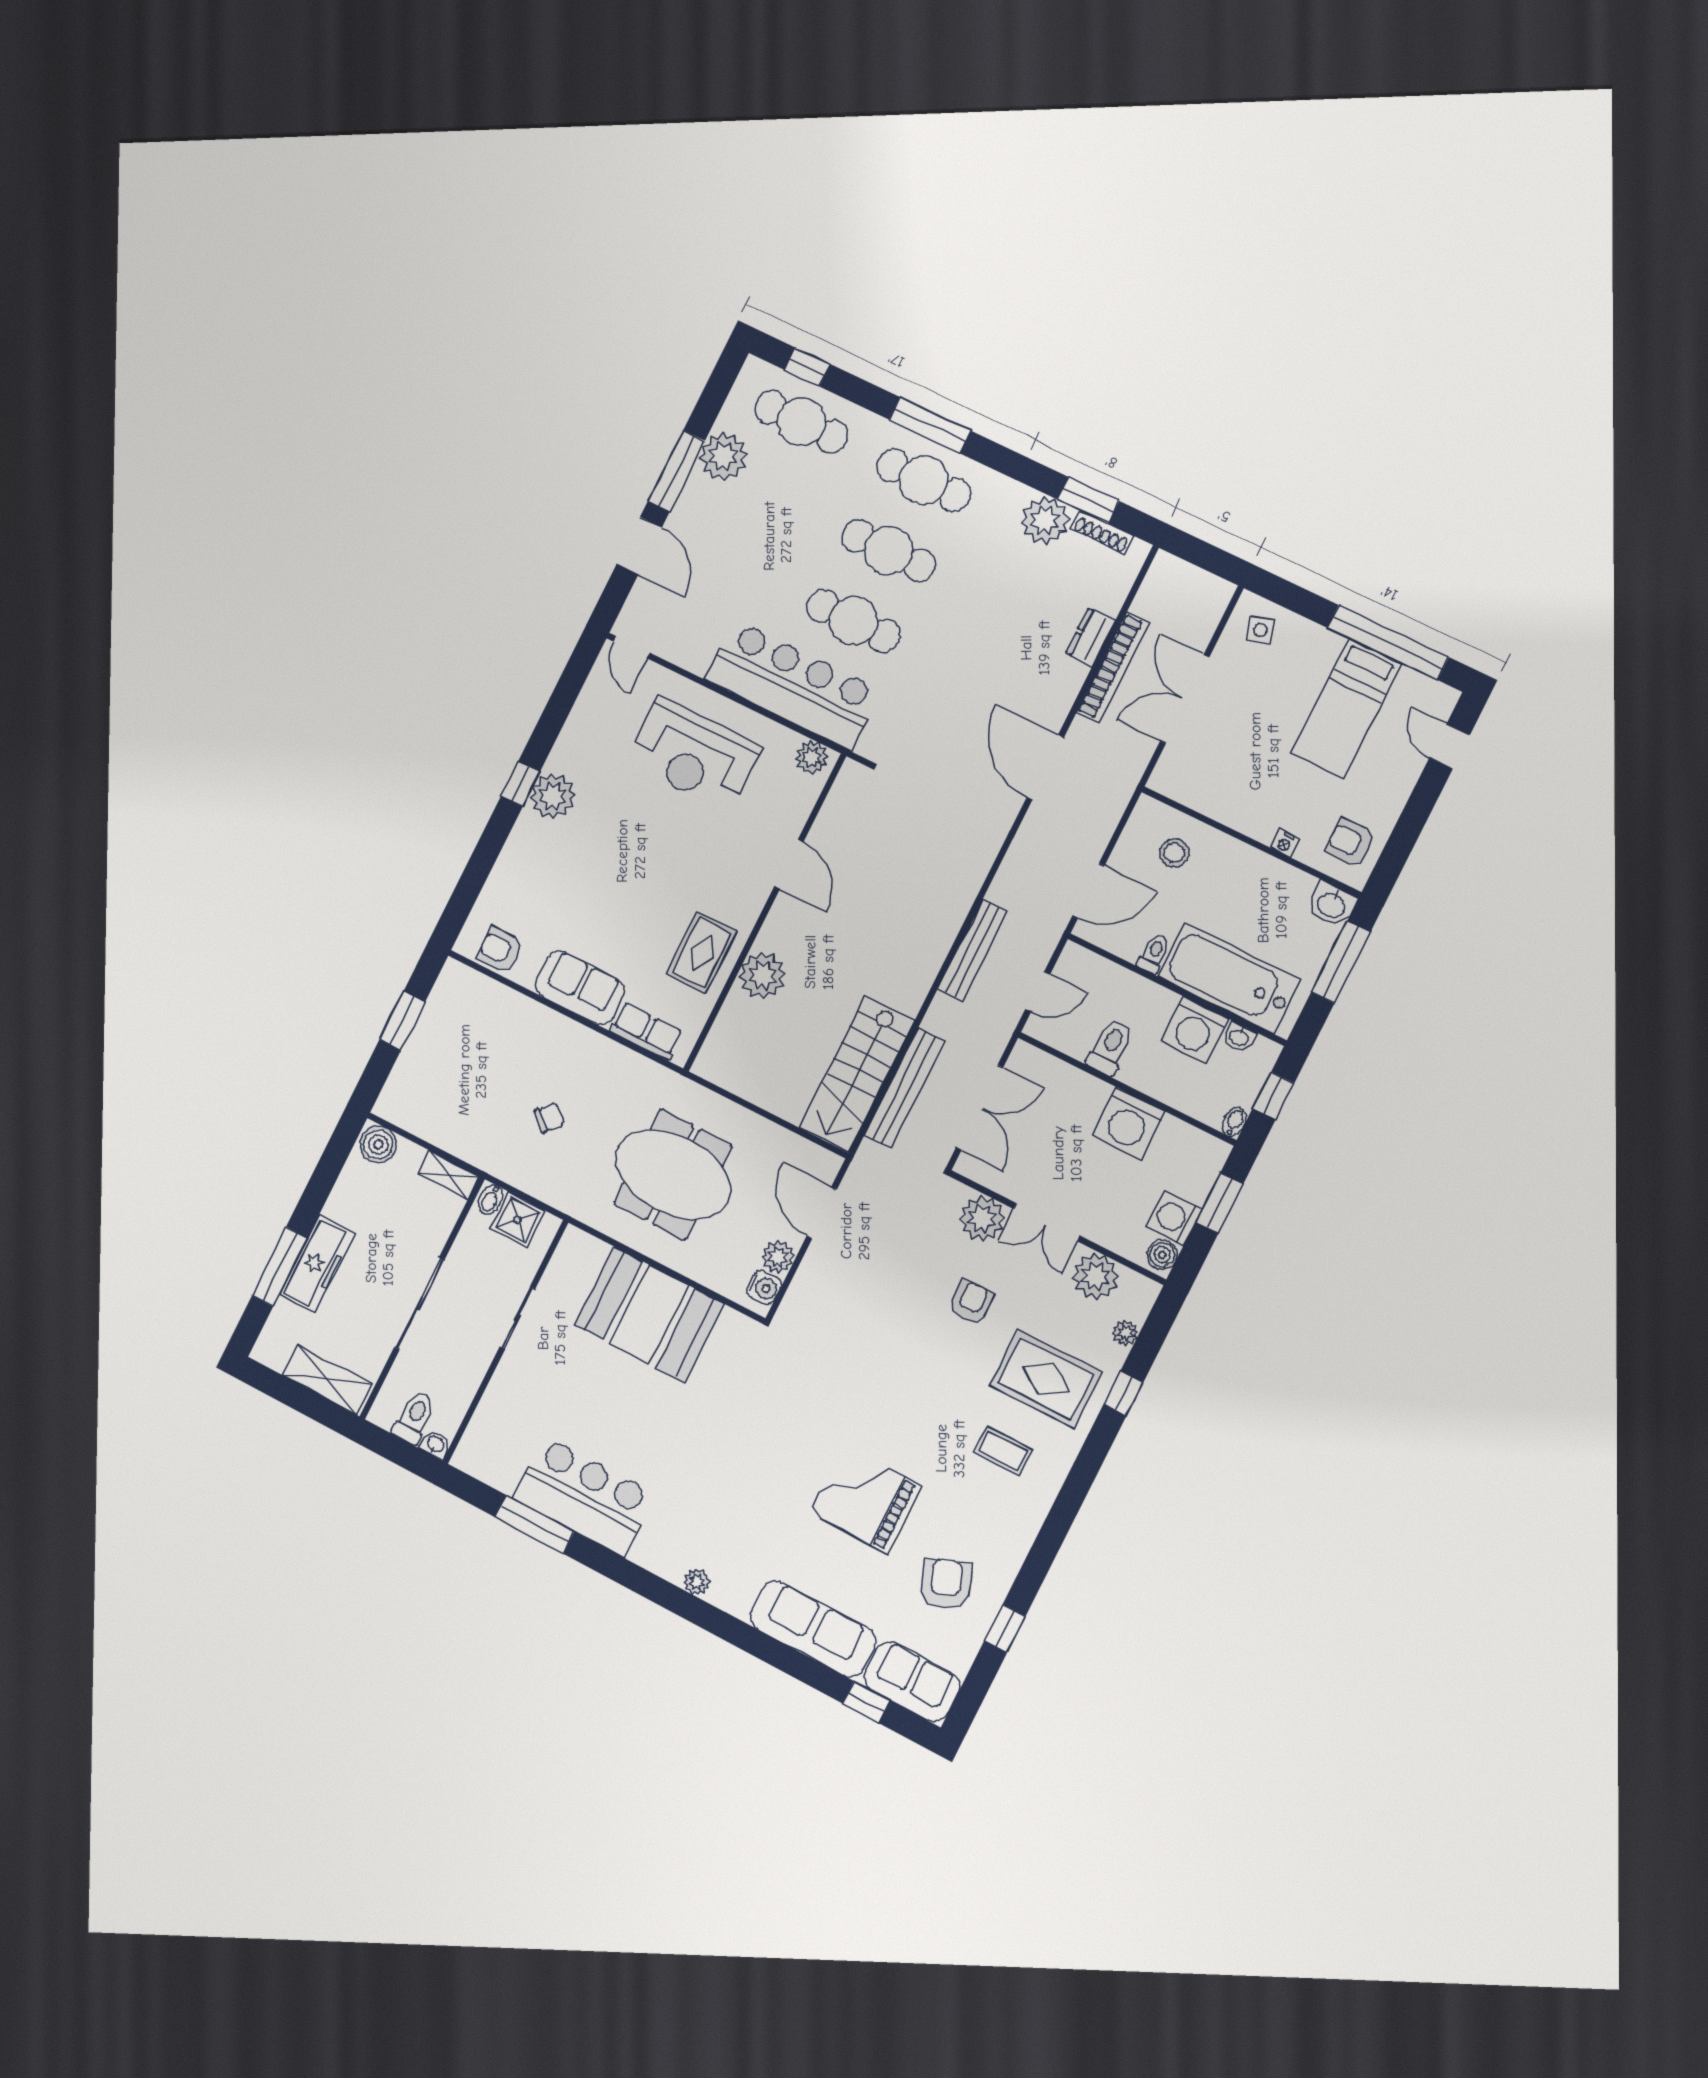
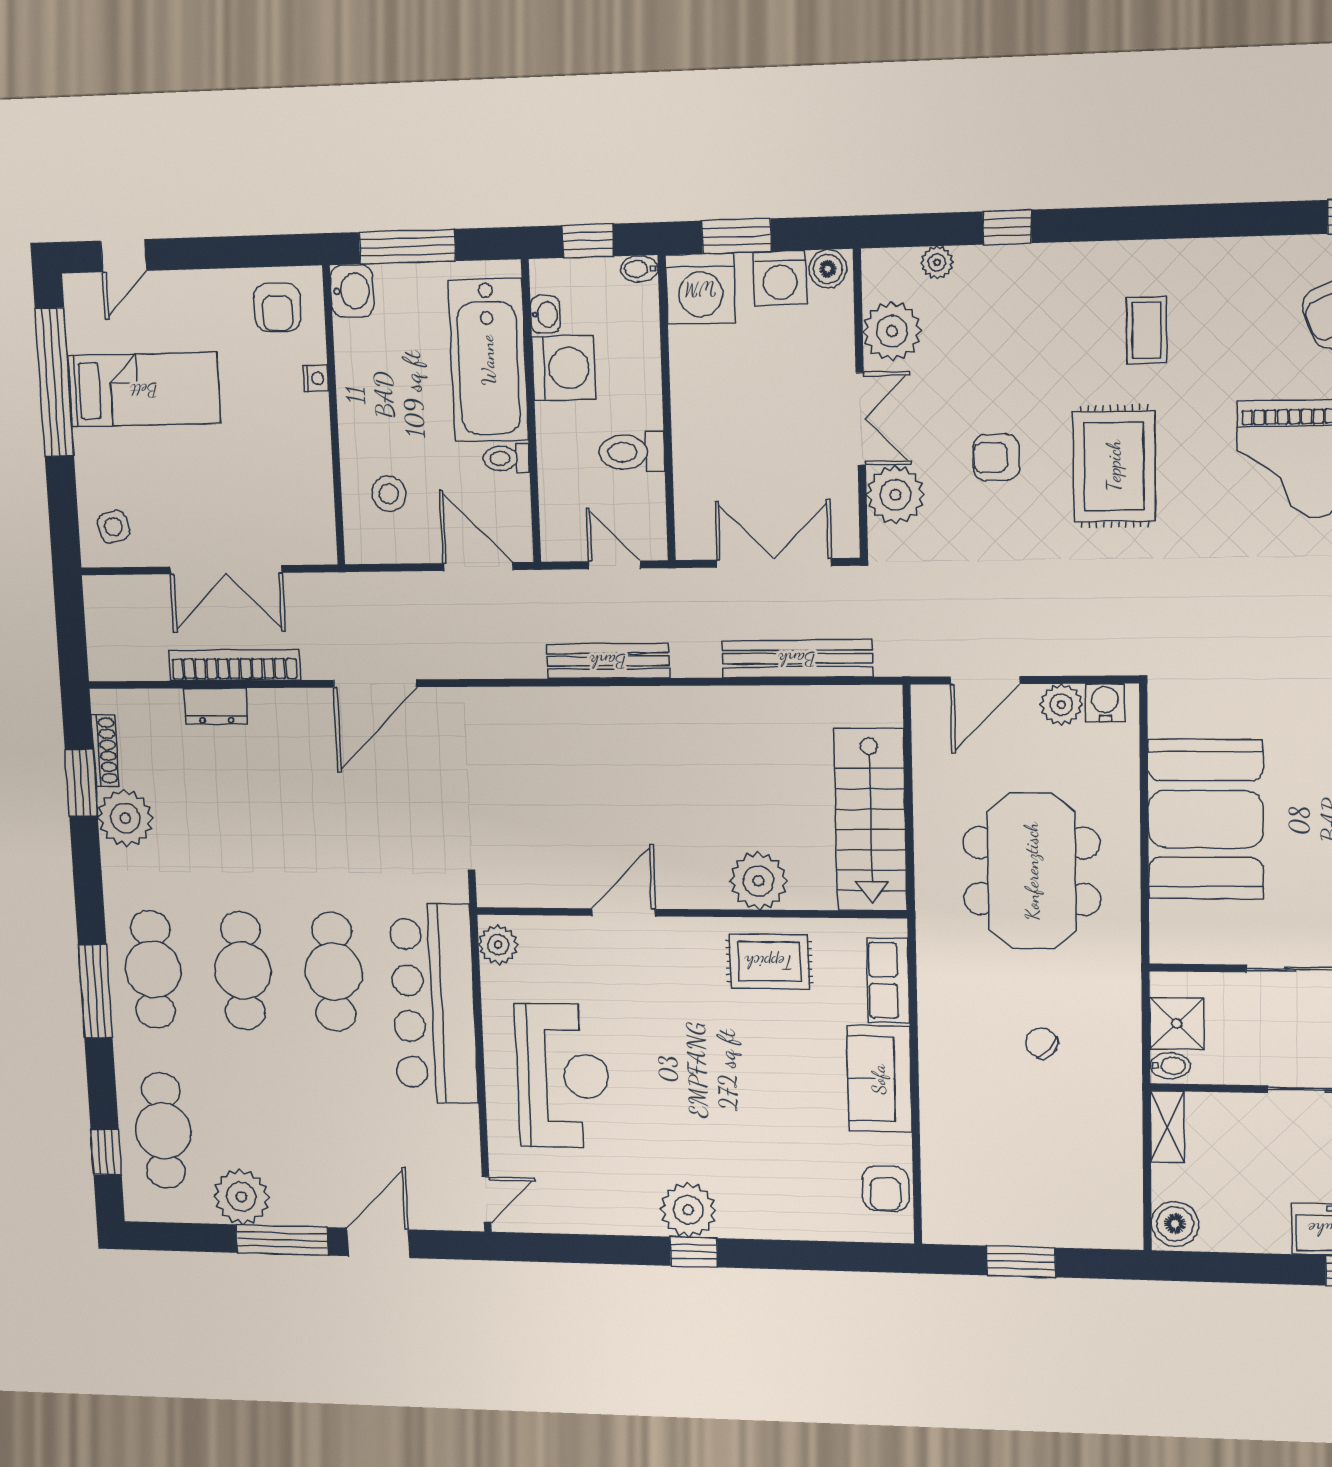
stairs: (857, 1074) -> (870, 820), moved, turned 90
washing machine: (1128, 1124) -> (700, 289), moved, turned 90
rug: (1046, 1379) -> (1114, 466), moved

